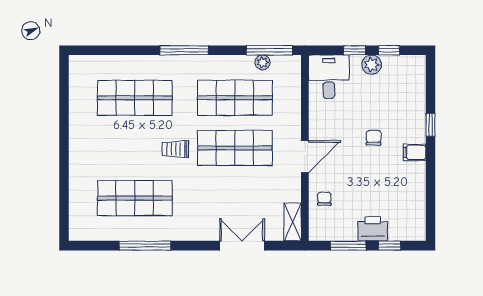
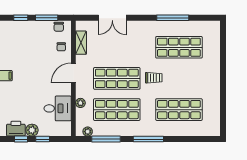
window: (269, 50) -> (106, 139), moved
plant: (263, 62) -> (88, 132), moved
desk: (329, 77) -> (58, 108), moved, turned -90
plant: (294, 108) -> (80, 103), added
chair: (374, 138) -> (59, 27), moved
shelving: (293, 222) -> (81, 43), moved
printer: (373, 229) -> (16, 129), moved, turned 180

